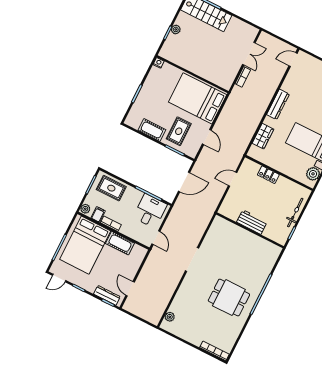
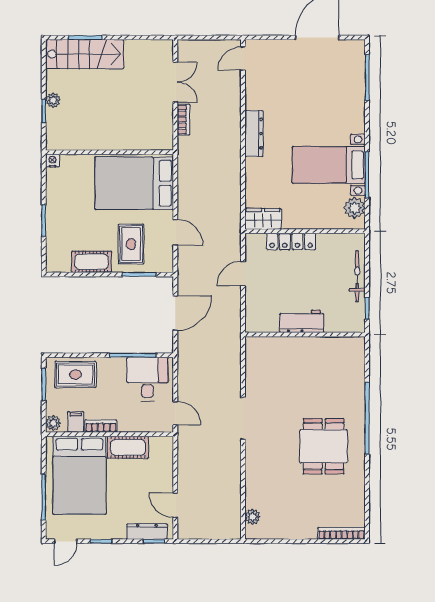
wardrobe: (263, 136) -> (263, 219), moved, turned -90
locker: (268, 175) -> (291, 241), width x1.53
dining table: (229, 298) -> (324, 446), turned 90

